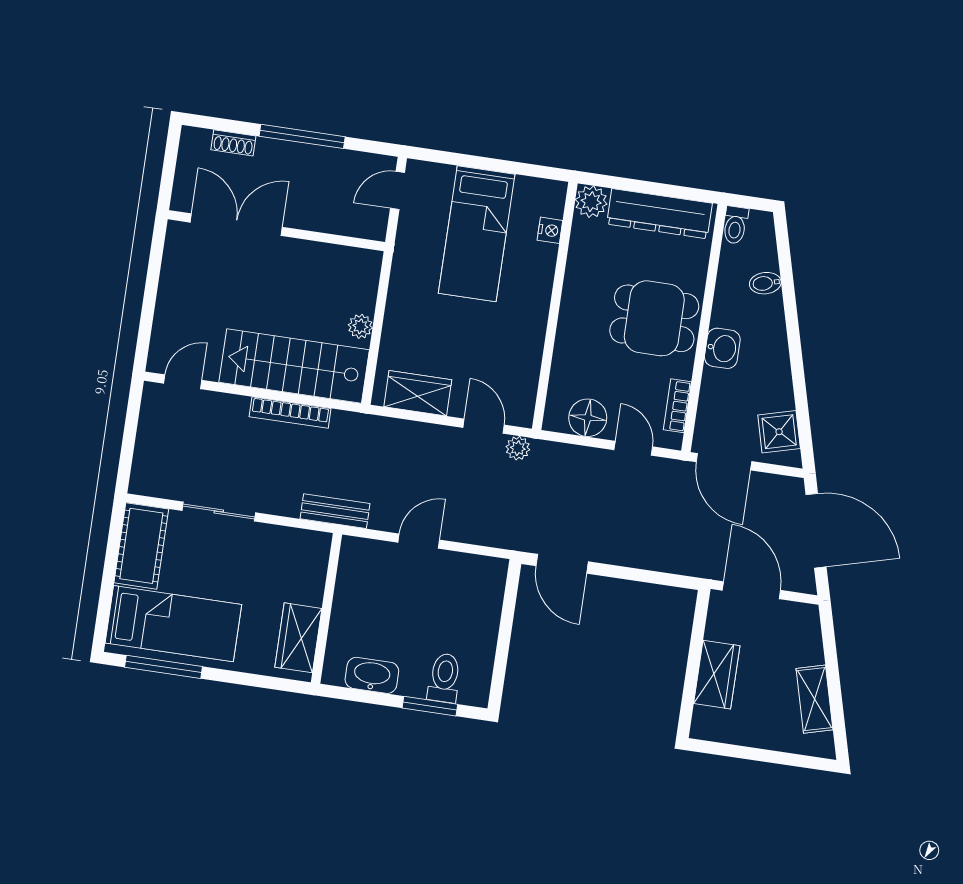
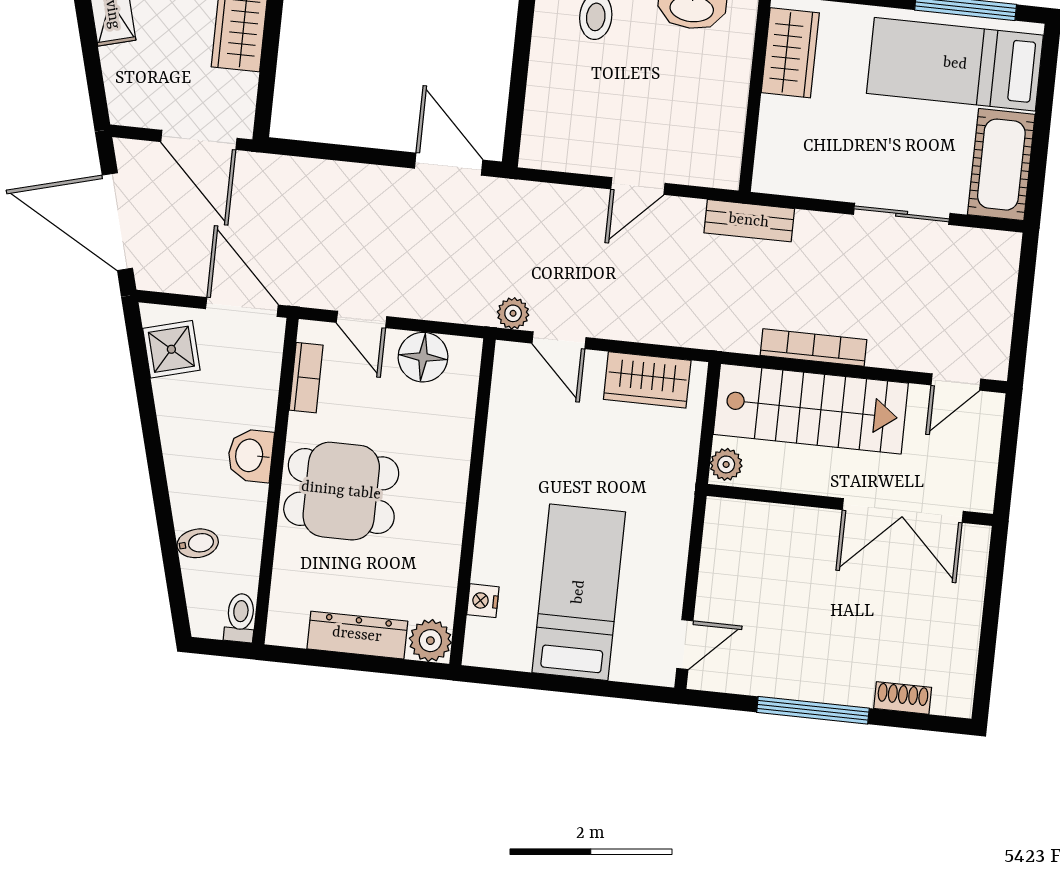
dresser: (659, 214) -> (357, 635), width x0.73, depth x0.80
double door: (236, 225) -> (903, 510), moved
wall: (276, 231) -> (850, 505), moved

